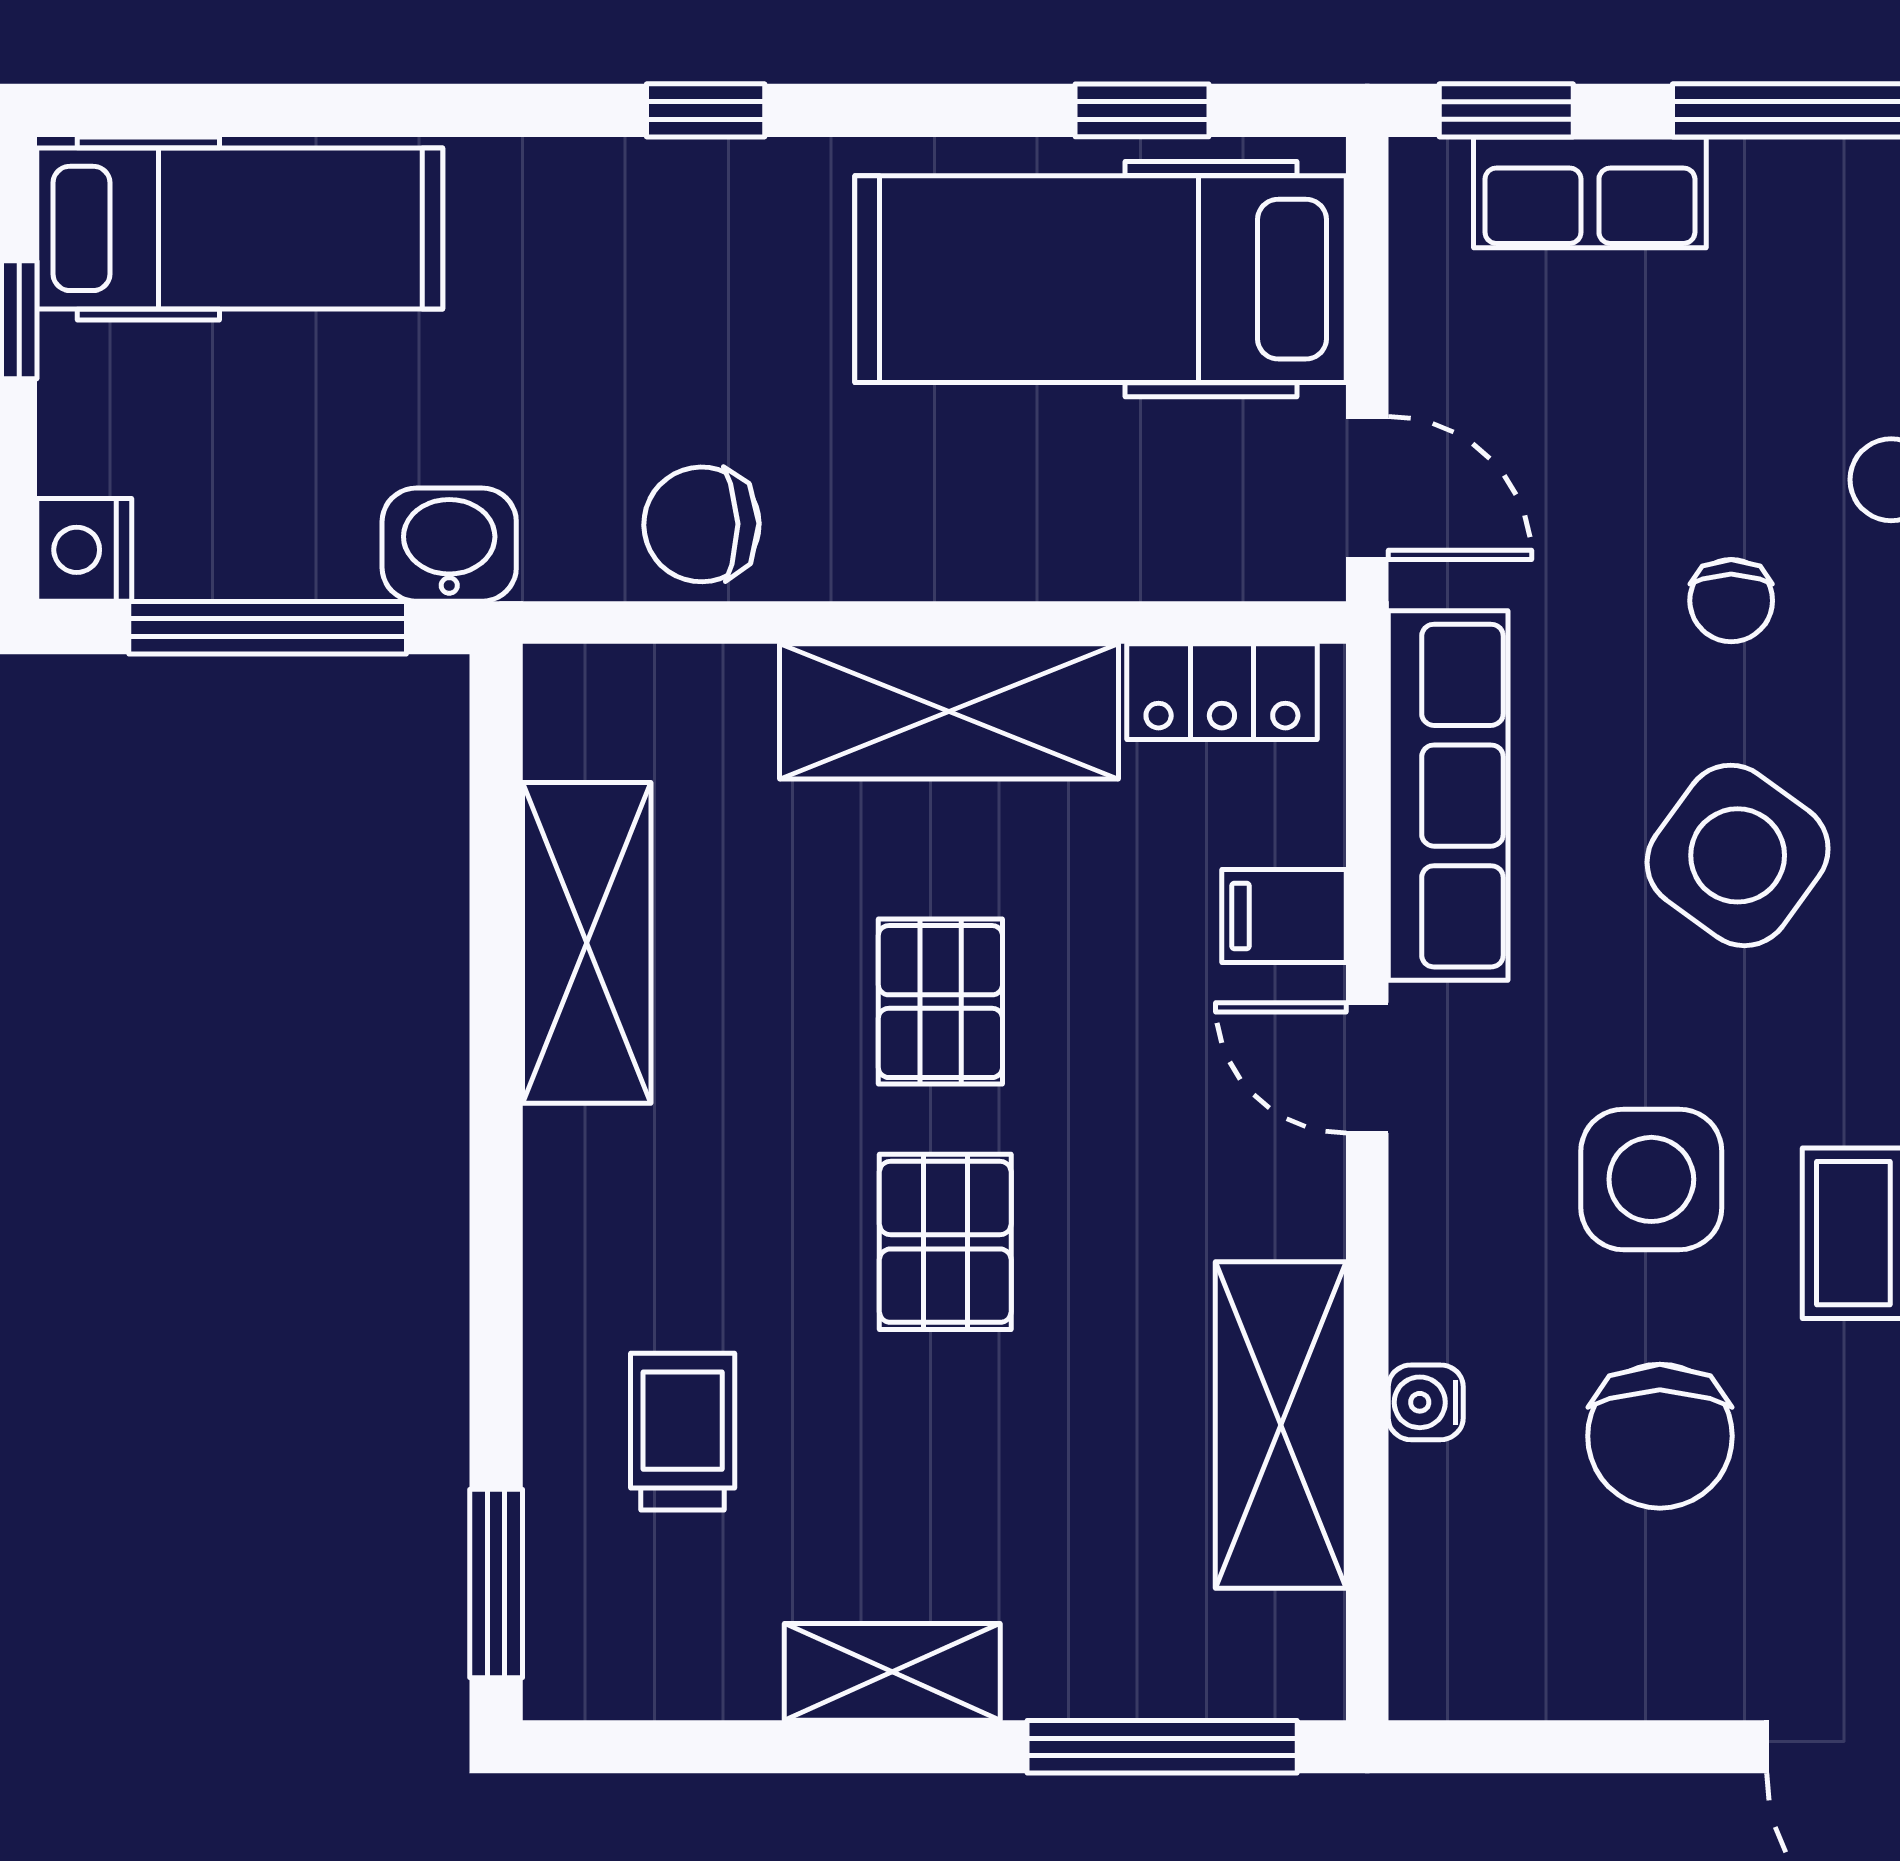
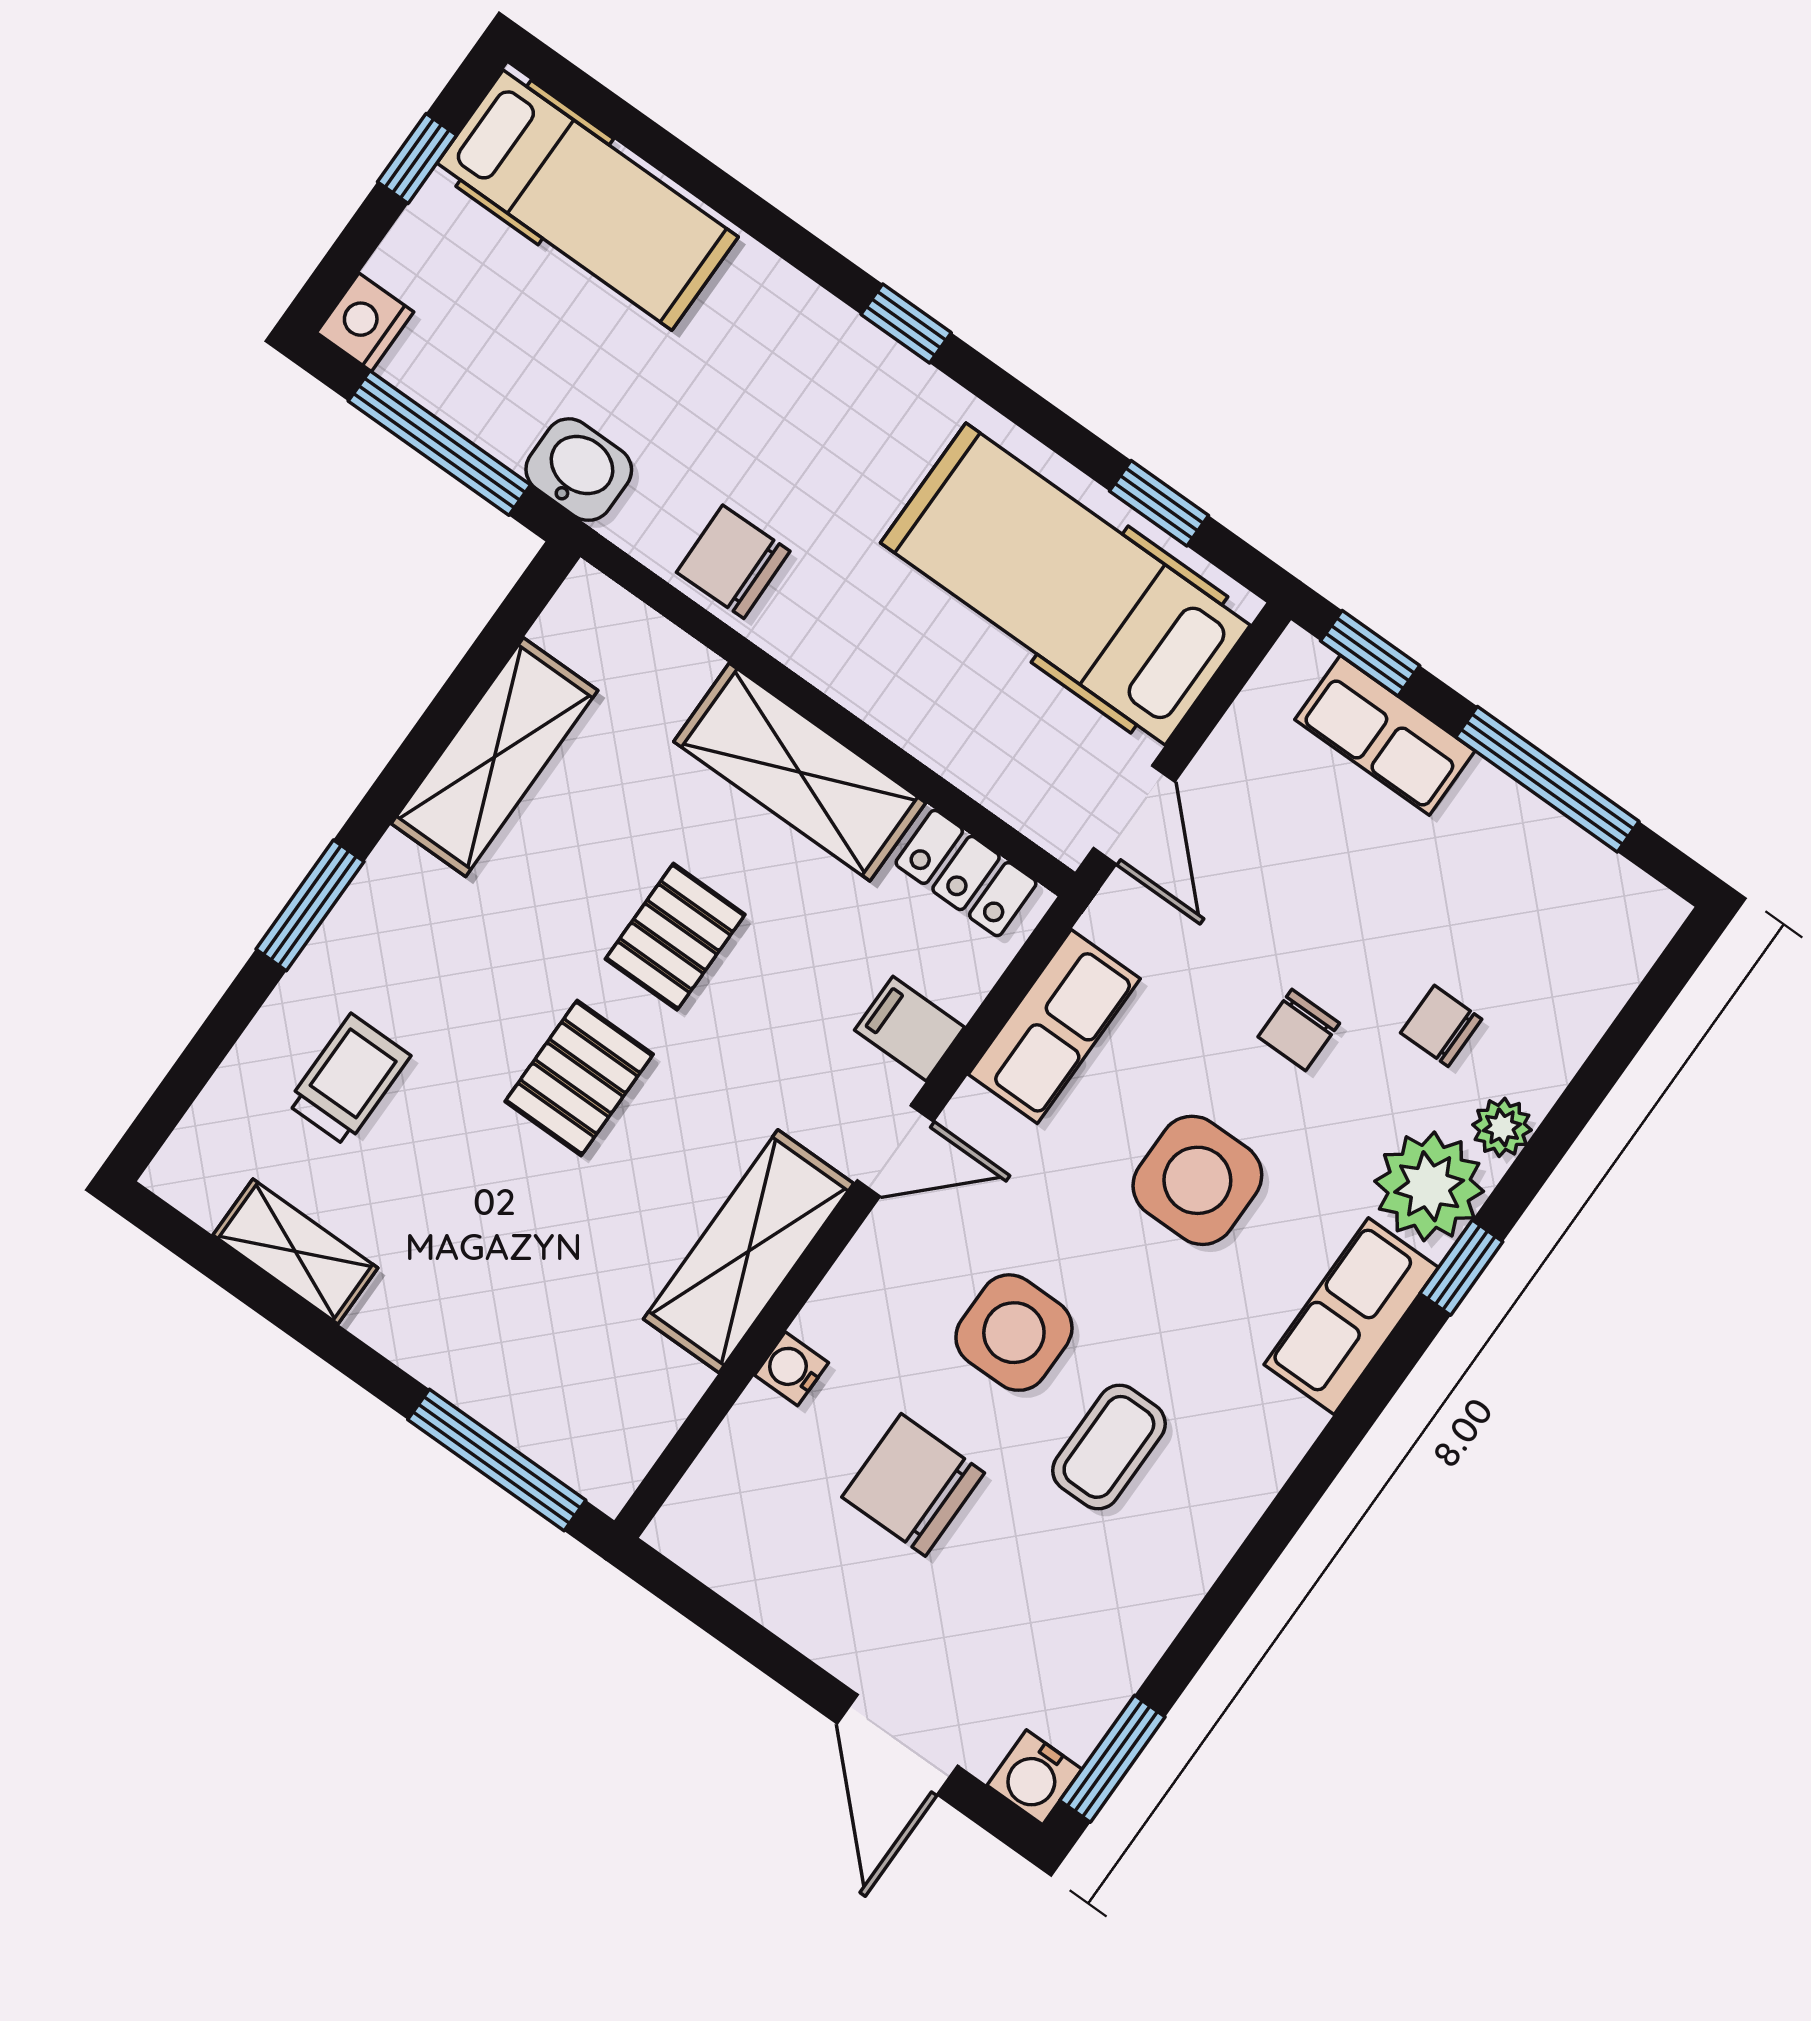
row of seats: (1448, 796) -> (1054, 1026), width x0.68
side table: (1738, 855) -> (1197, 1180), turned -36
door: (1367, 1068) -> (895, 1151), swing flipped
shelving: (1281, 1425) -> (748, 1251), moved
chair: (1660, 1436) -> (913, 1485), turned 90
window: (496, 1583) -> (310, 905), moved
shelving: (892, 1672) -> (295, 1251), moved

